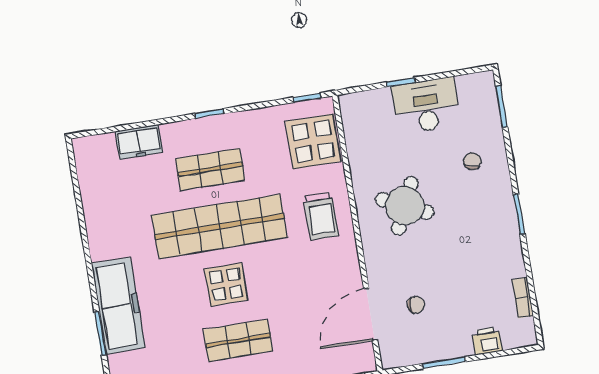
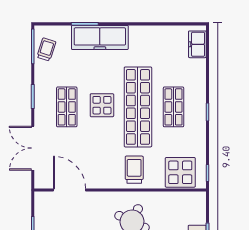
freezer: (139, 142) -> (197, 44), moved
trolley: (321, 216) -> (134, 170), turned 90
chair: (416, 305) -> (71, 219), removed

